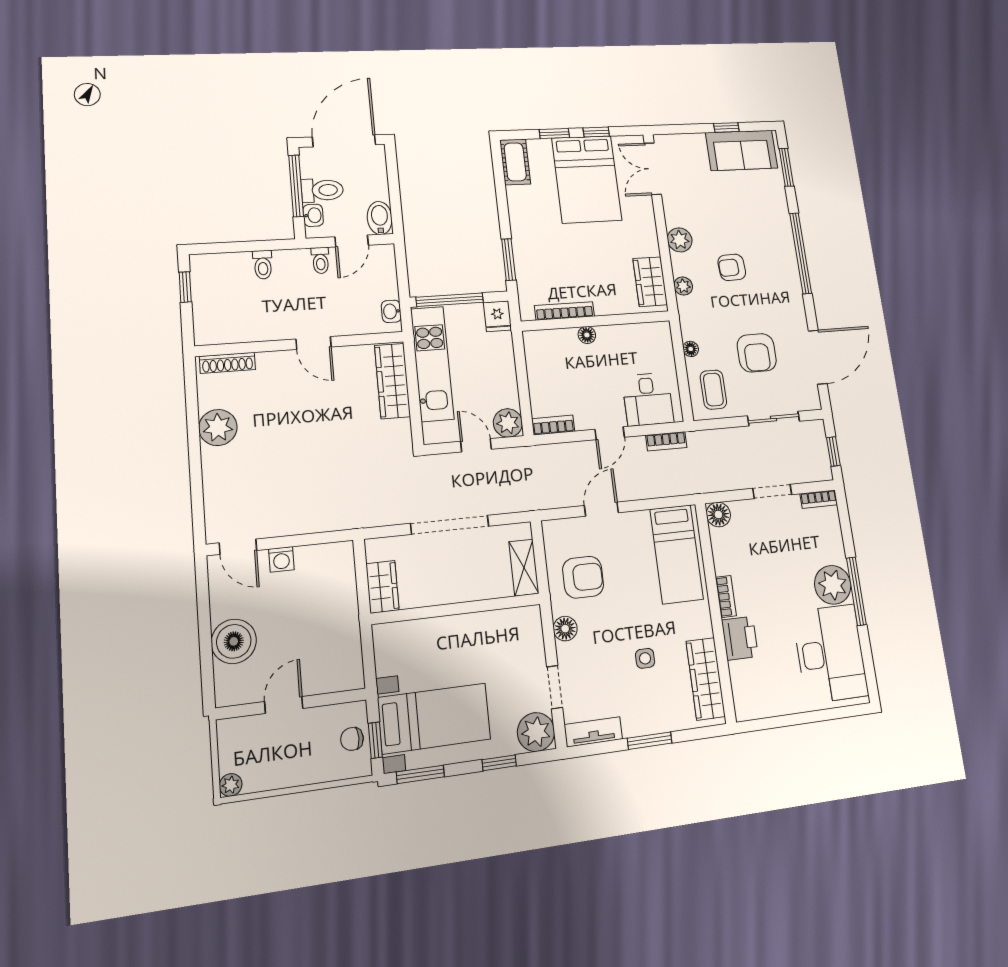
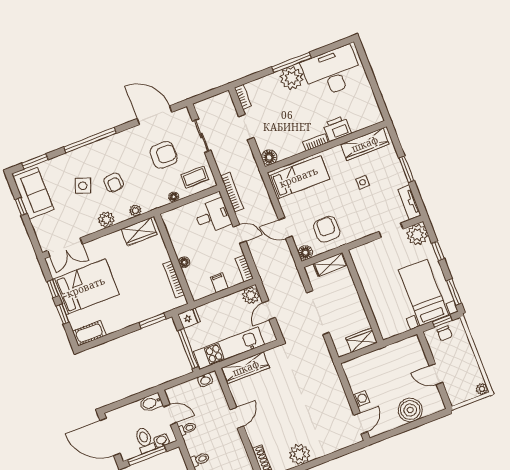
side table: (737, 222) -> (83, 186), added
filing cabinet: (541, 379) -> (219, 283), added
bookcase: (666, 441) -> (232, 192), width x1.56
window: (833, 451) -> (211, 93), removed
floor lamp: (565, 629) -> (305, 253), moved

